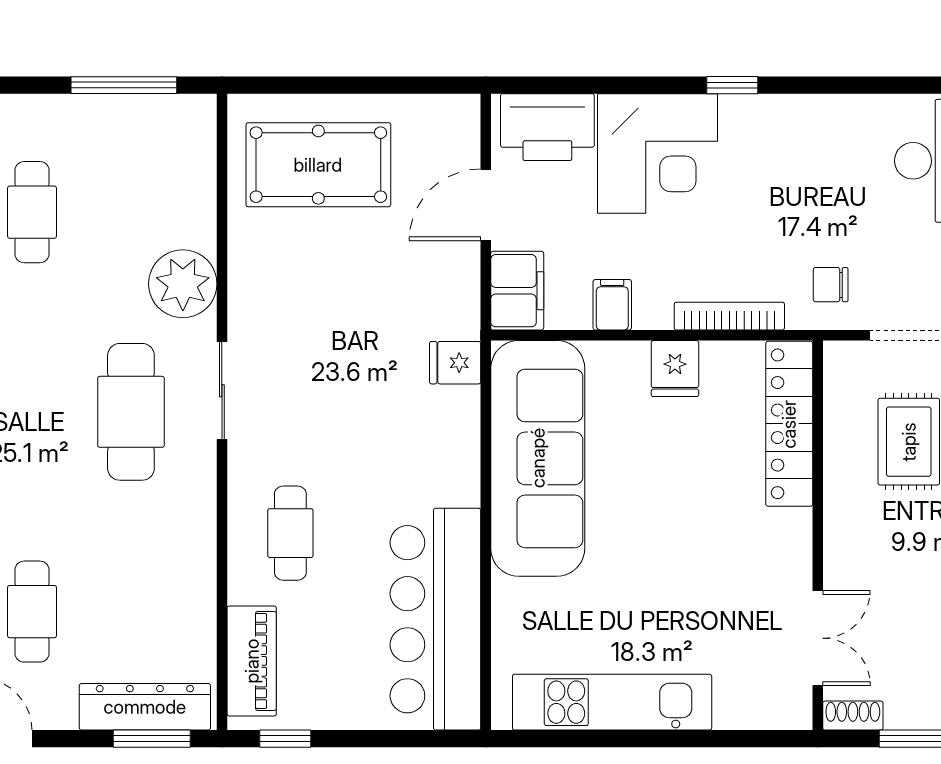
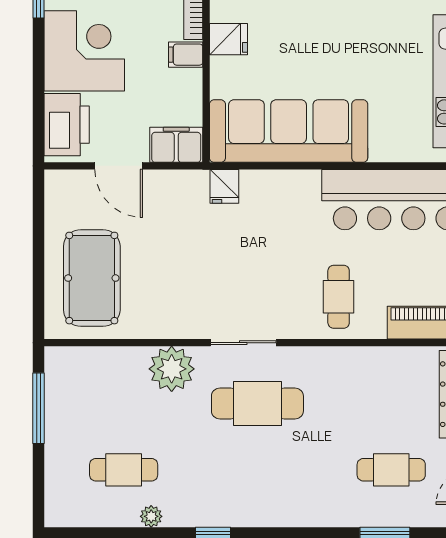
filing cabinet: (612, 305) -> (186, 55), moved
cafe table: (290, 533) -> (339, 297), turned 90

